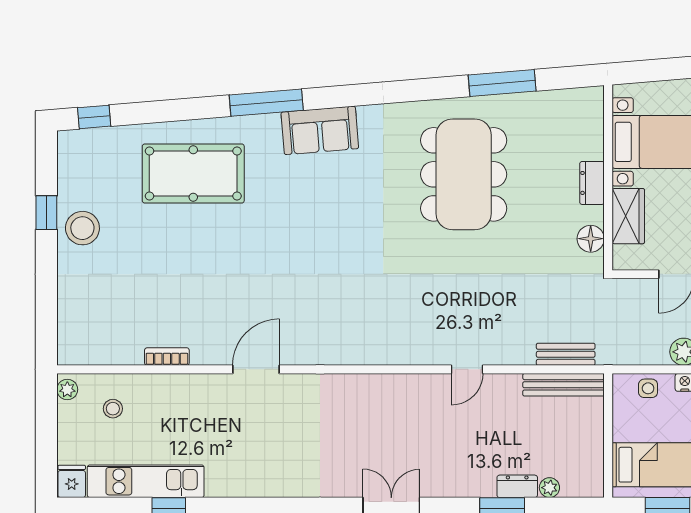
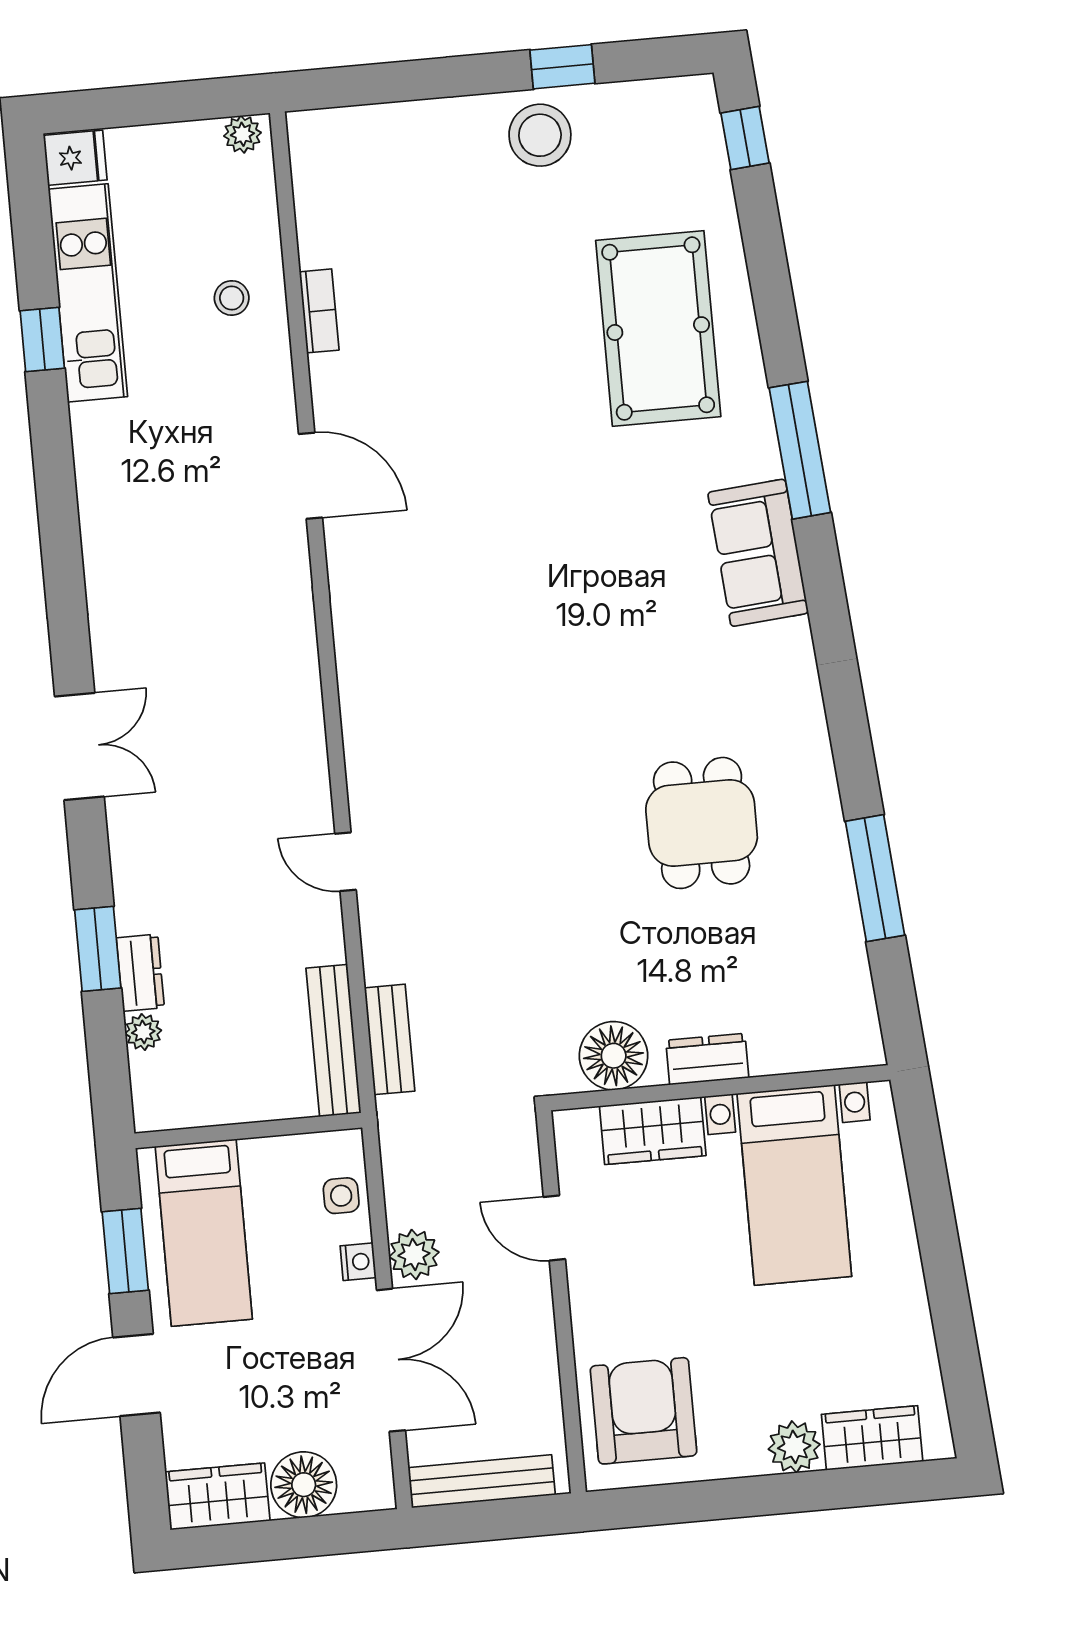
dining table: (464, 174) -> (702, 823), width x0.53, depth x0.80
floor lamp: (591, 239) -> (614, 1056), width x1.38, depth x1.38
stool: (113, 409) -> (232, 298), moved

